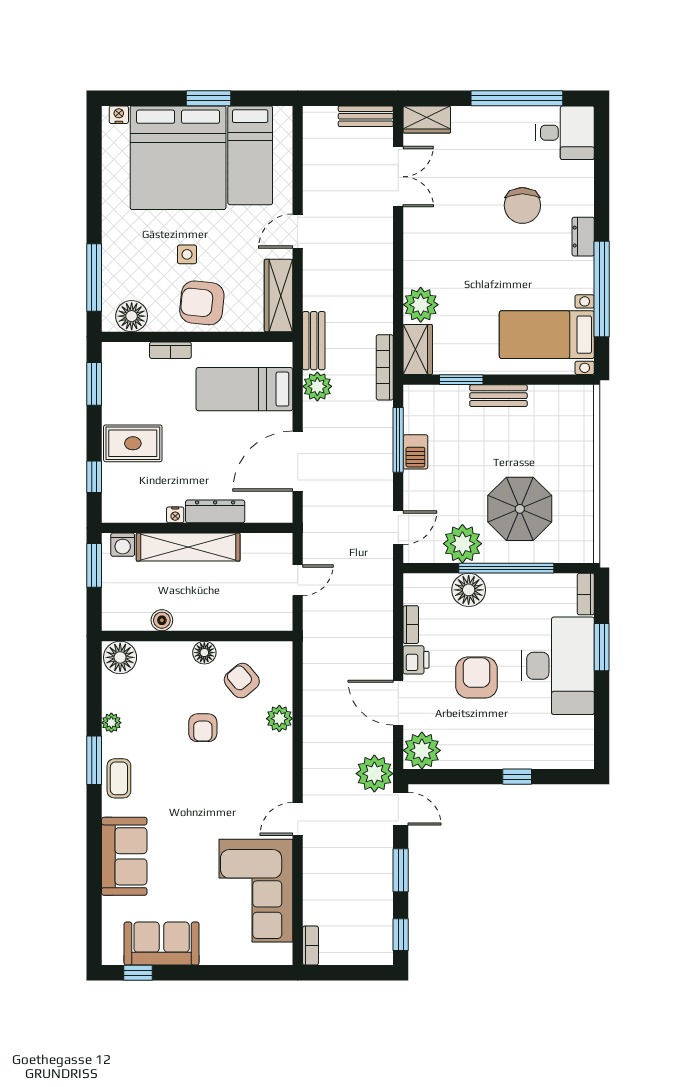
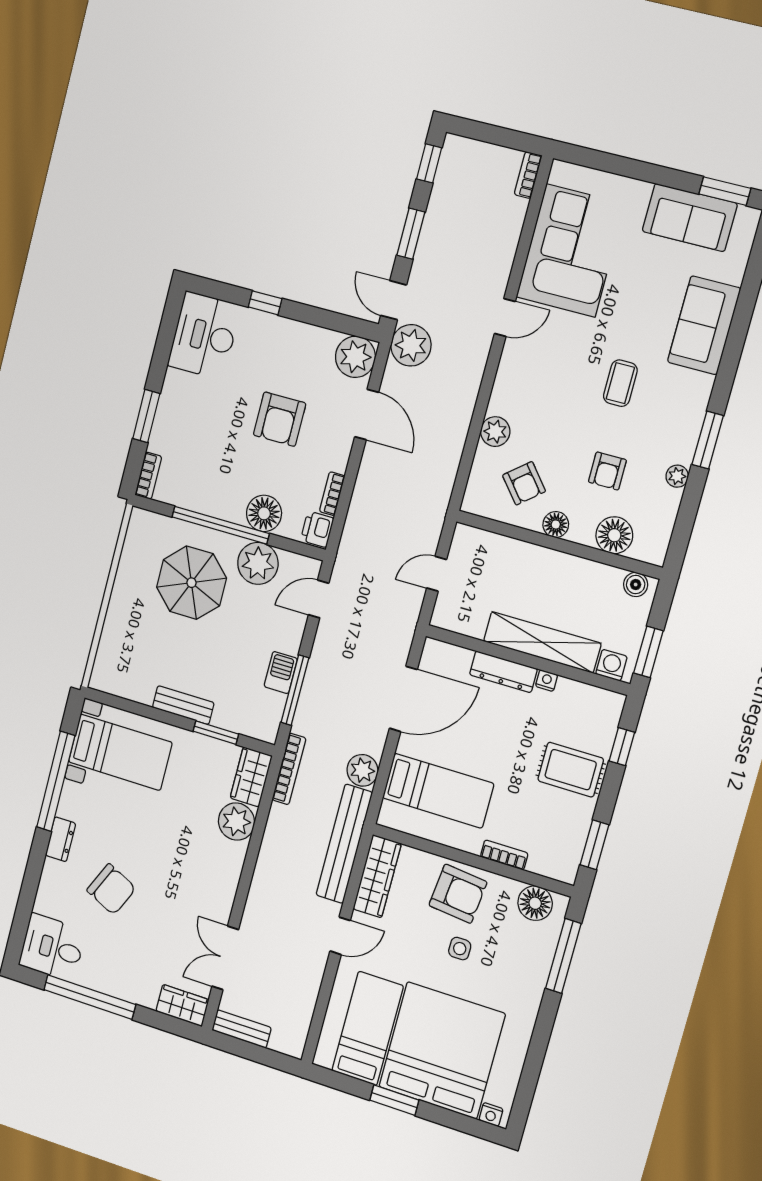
chair: (522, 205) -> (111, 889), turned 115
bench: (314, 341) -> (344, 844), width x1.86, depth x1.21
boiler: (162, 620) -> (636, 585), moved
floor lamp: (120, 657) -> (614, 535), moved
printer: (416, 660) -> (317, 529), moved
desk: (558, 666) -> (204, 335), moved, width x0.73, depth x0.77
armchair: (203, 728) -> (607, 471), moved, turned 180
coffee table: (119, 778) -> (620, 383), moved
window: (138, 973) -> (725, 191), width x1.50

